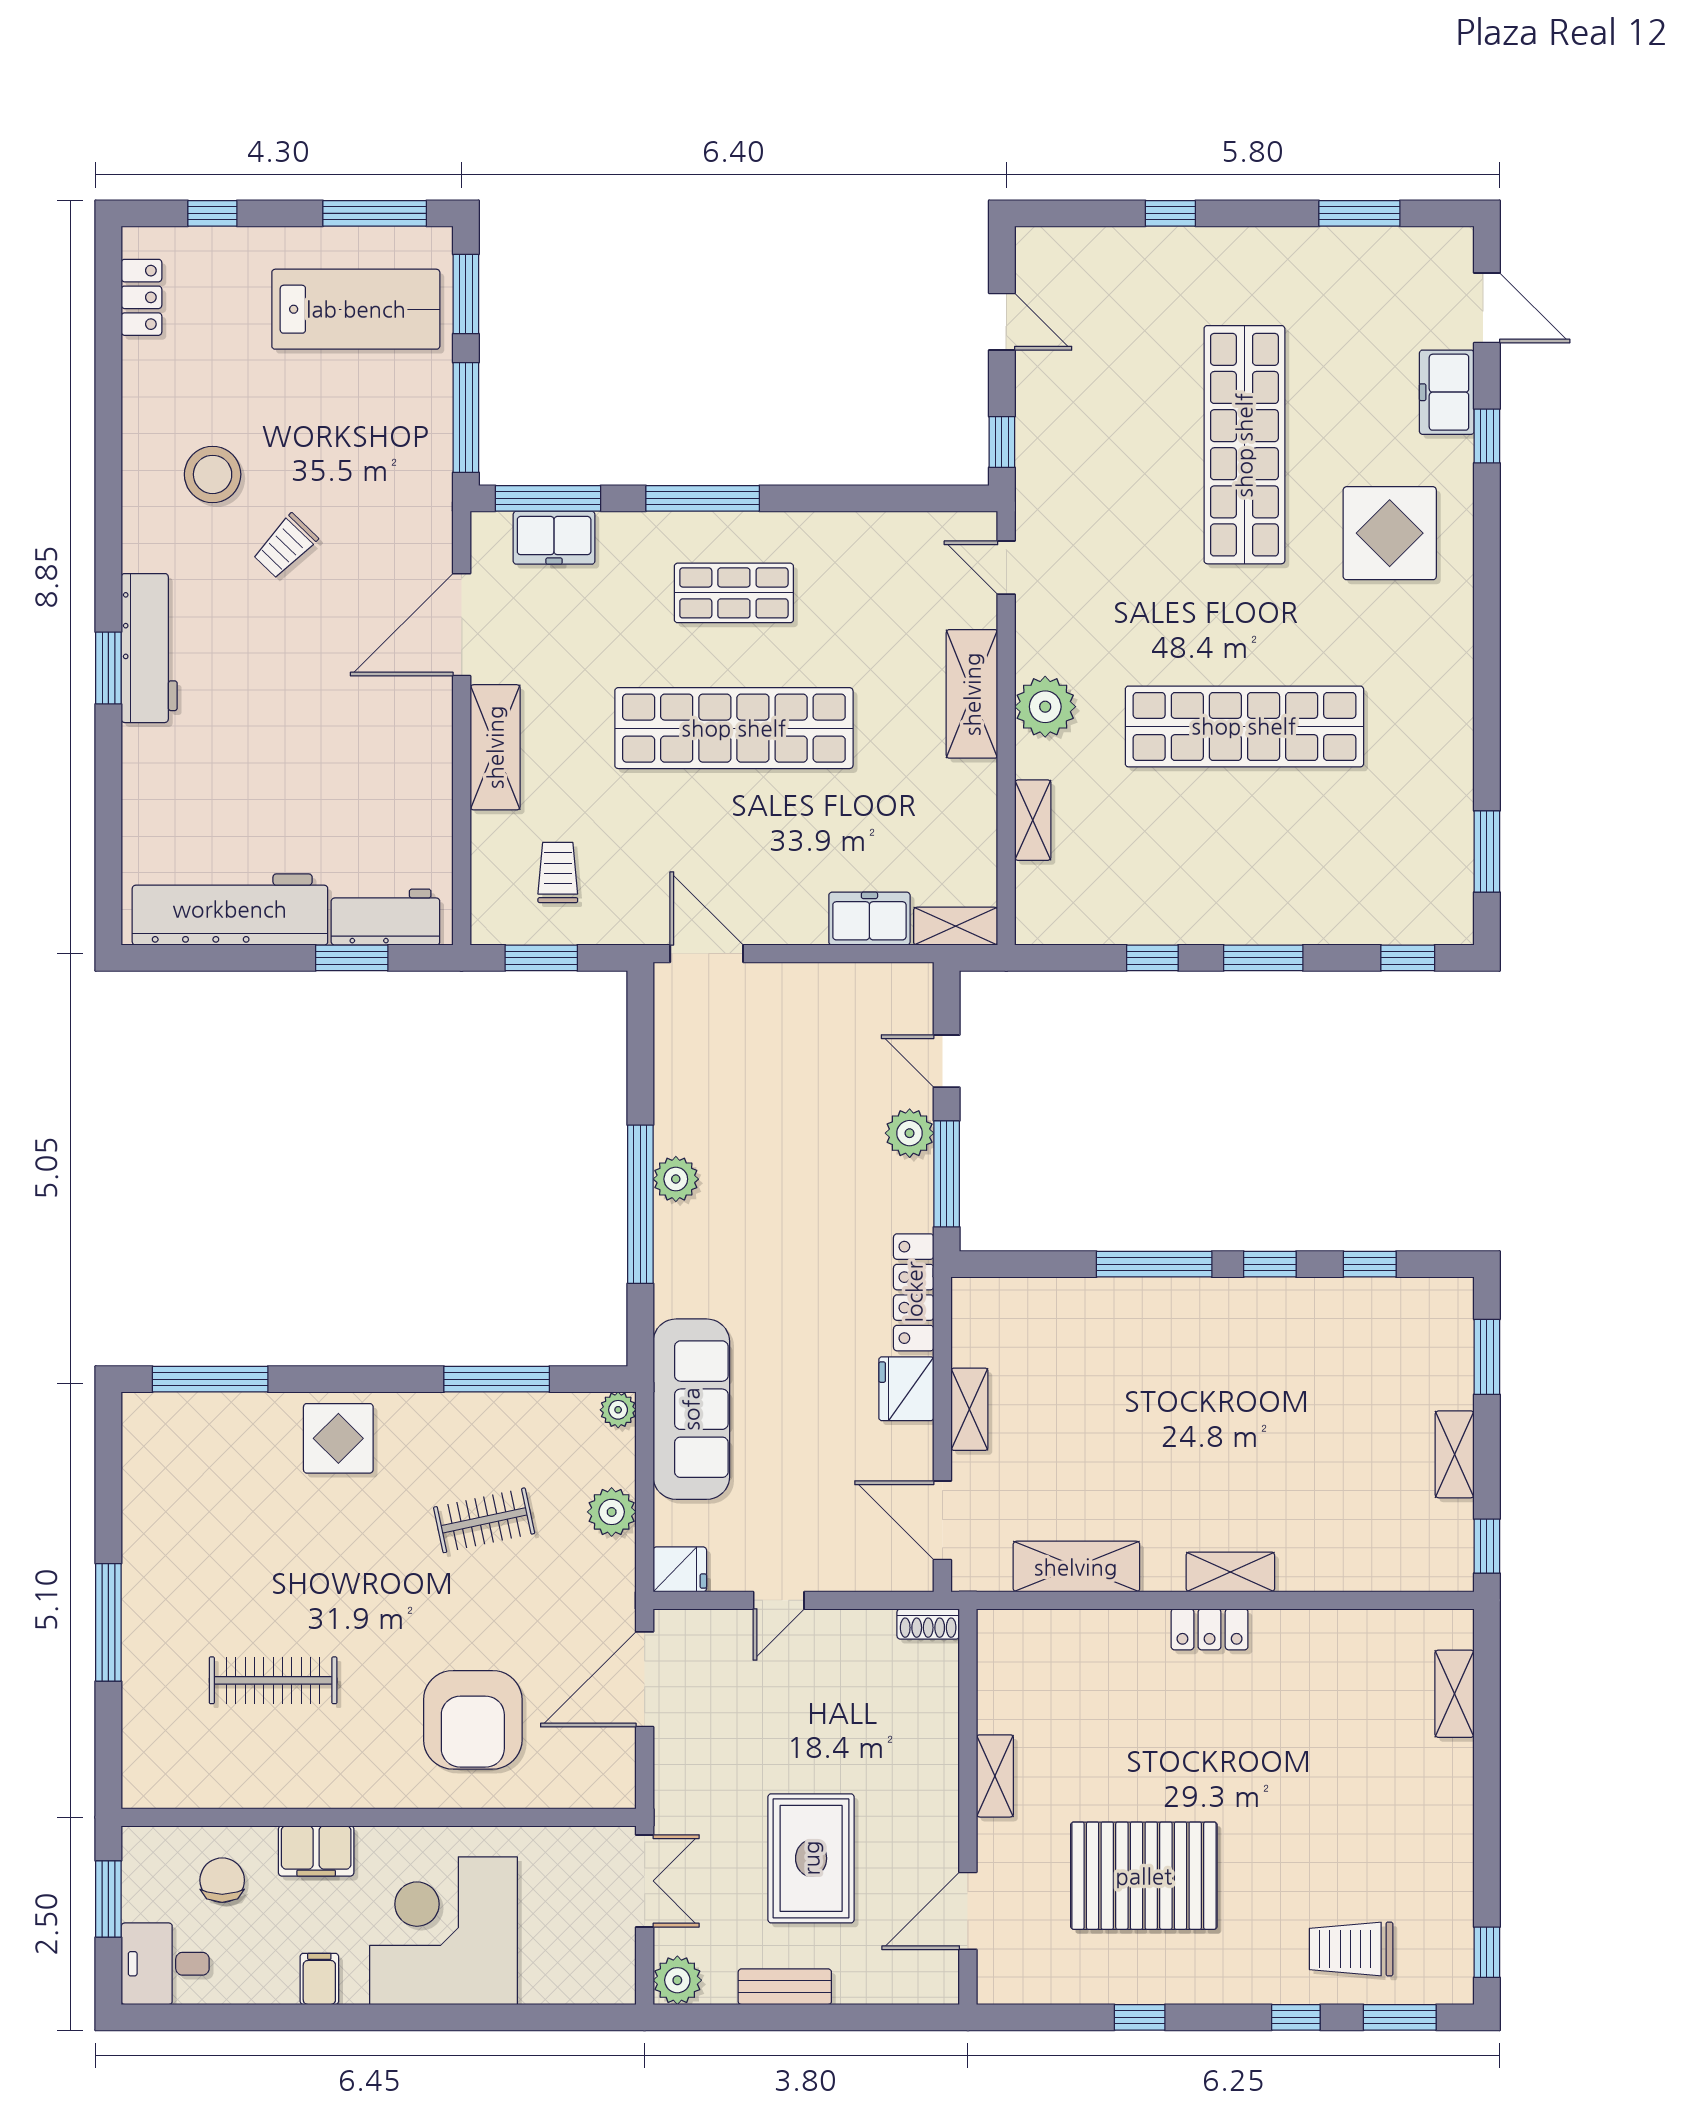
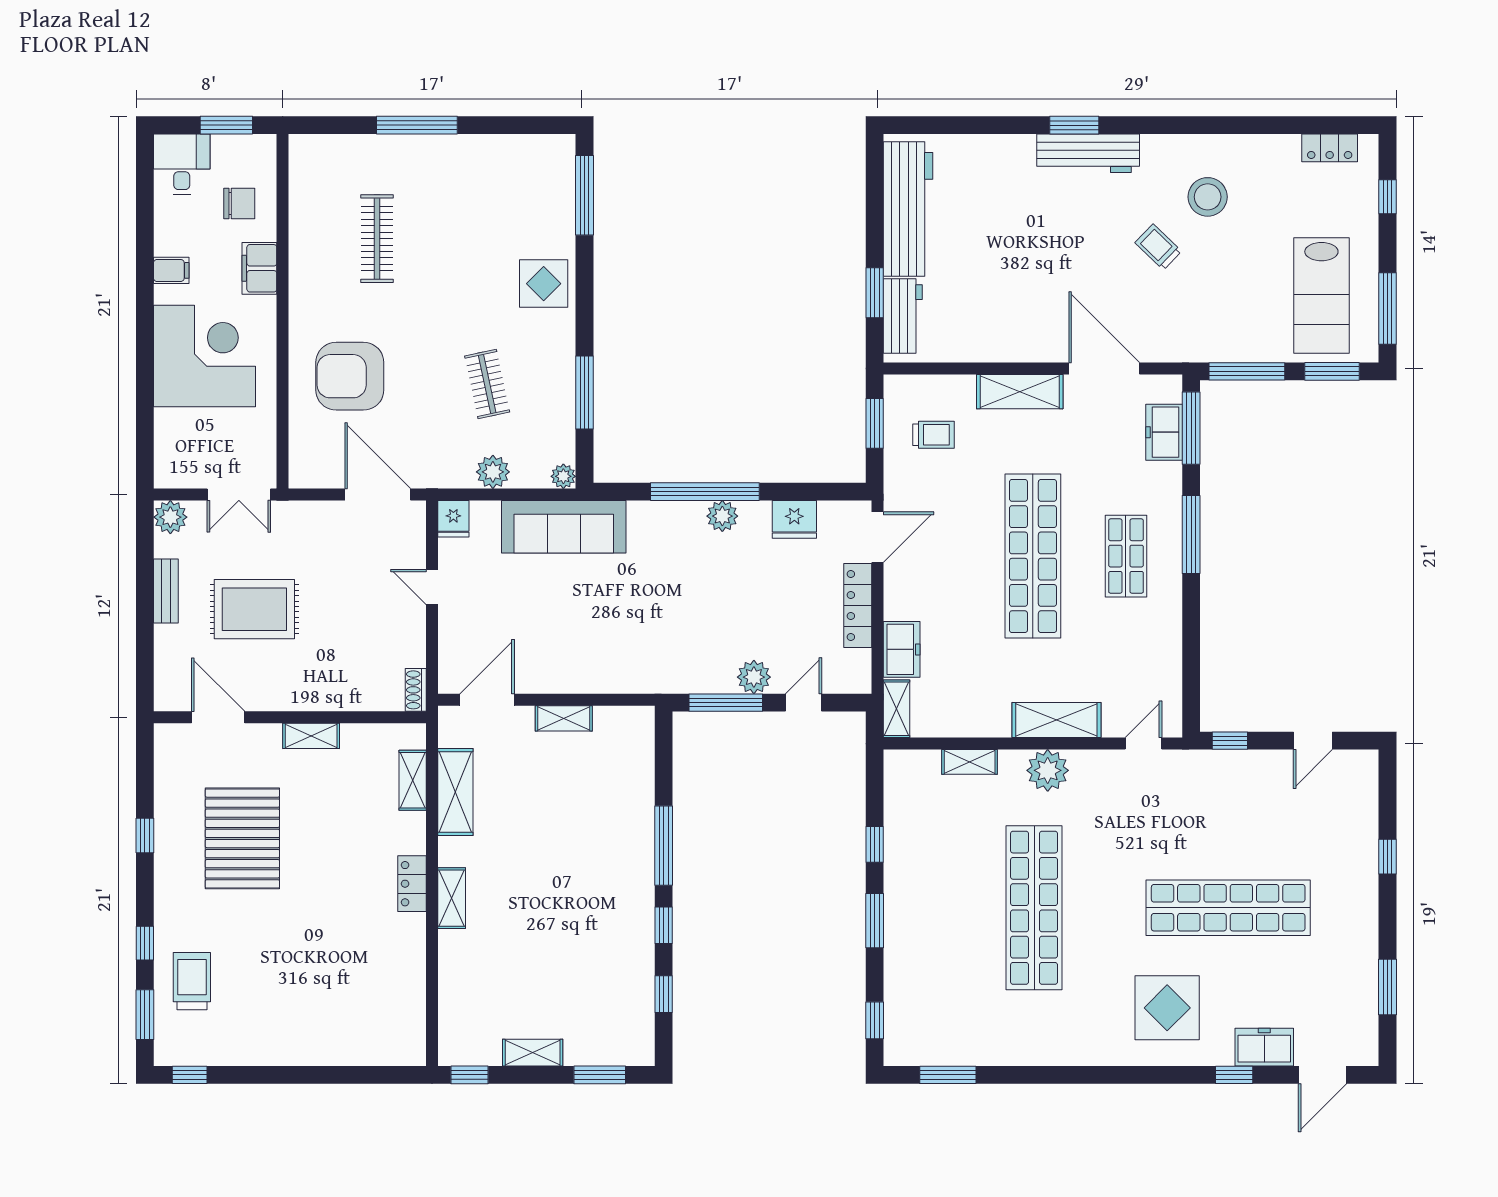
locker: (914, 1292) -> (858, 606), moved, turned -90
fridge: (906, 1389) -> (794, 519), moved, turned 180
shelving: (1455, 1694) -> (413, 780), moved, turned 90

